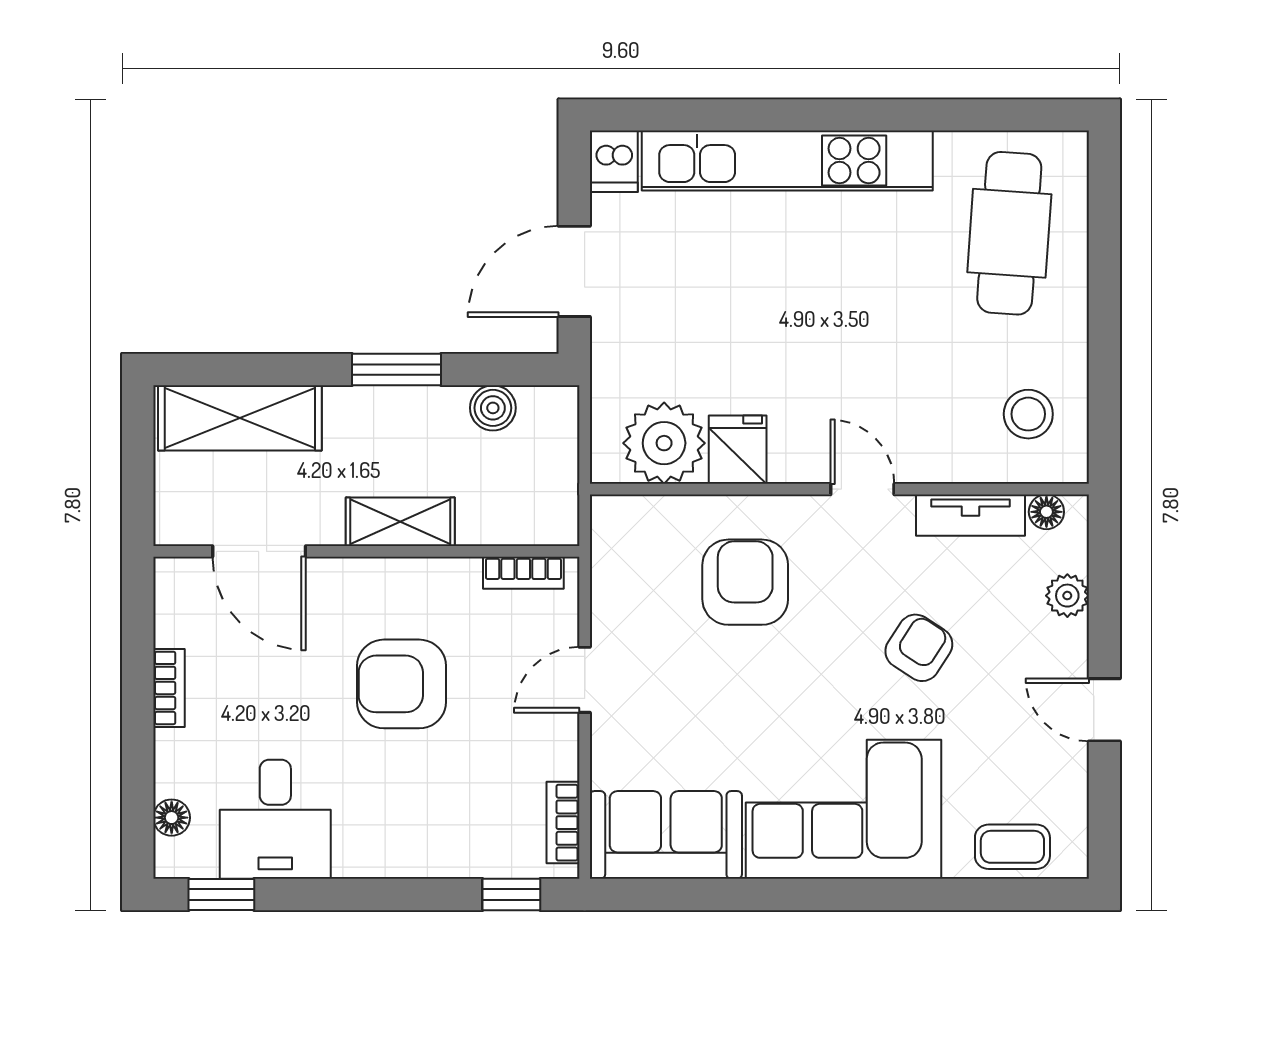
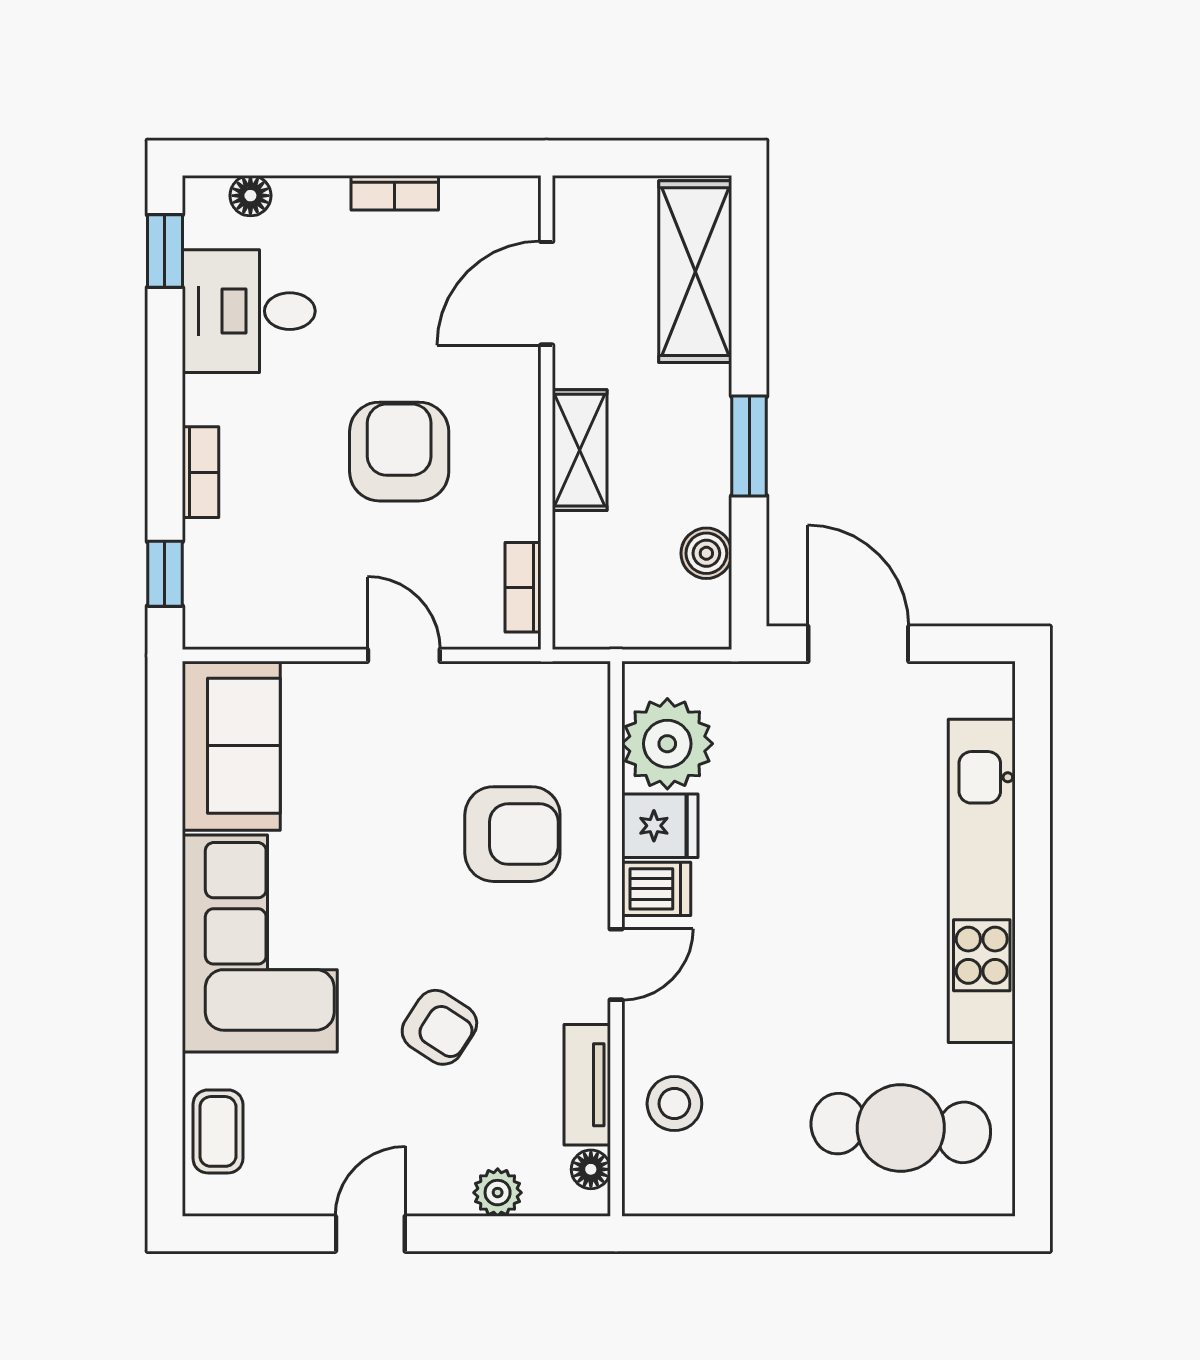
dishwasher: (614, 161) -> (656, 889), moved, turned 180
stool: (1028, 414) -> (674, 1104), moved
bookcase: (563, 823) -> (200, 472), moved, turned 90

